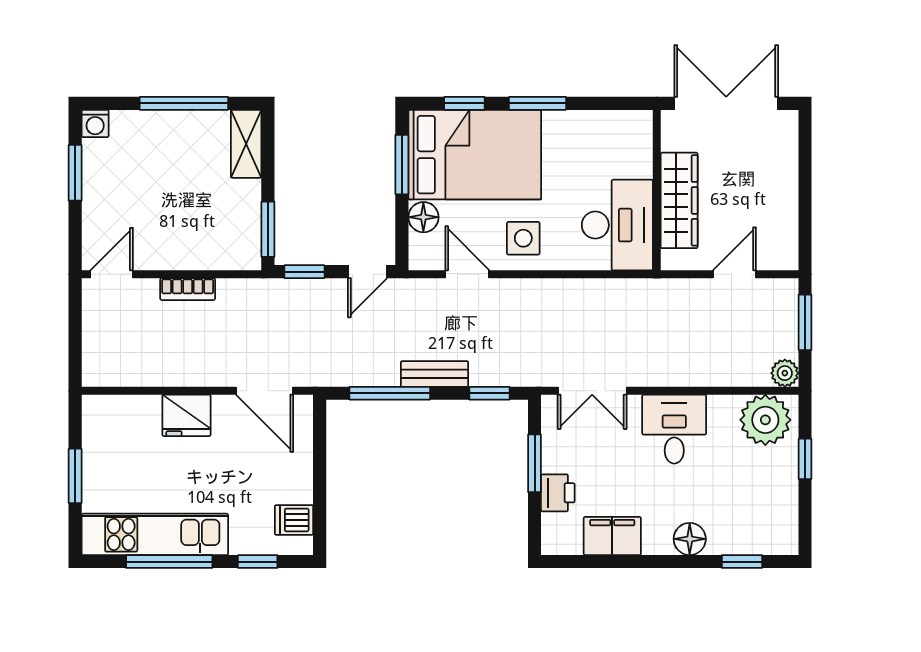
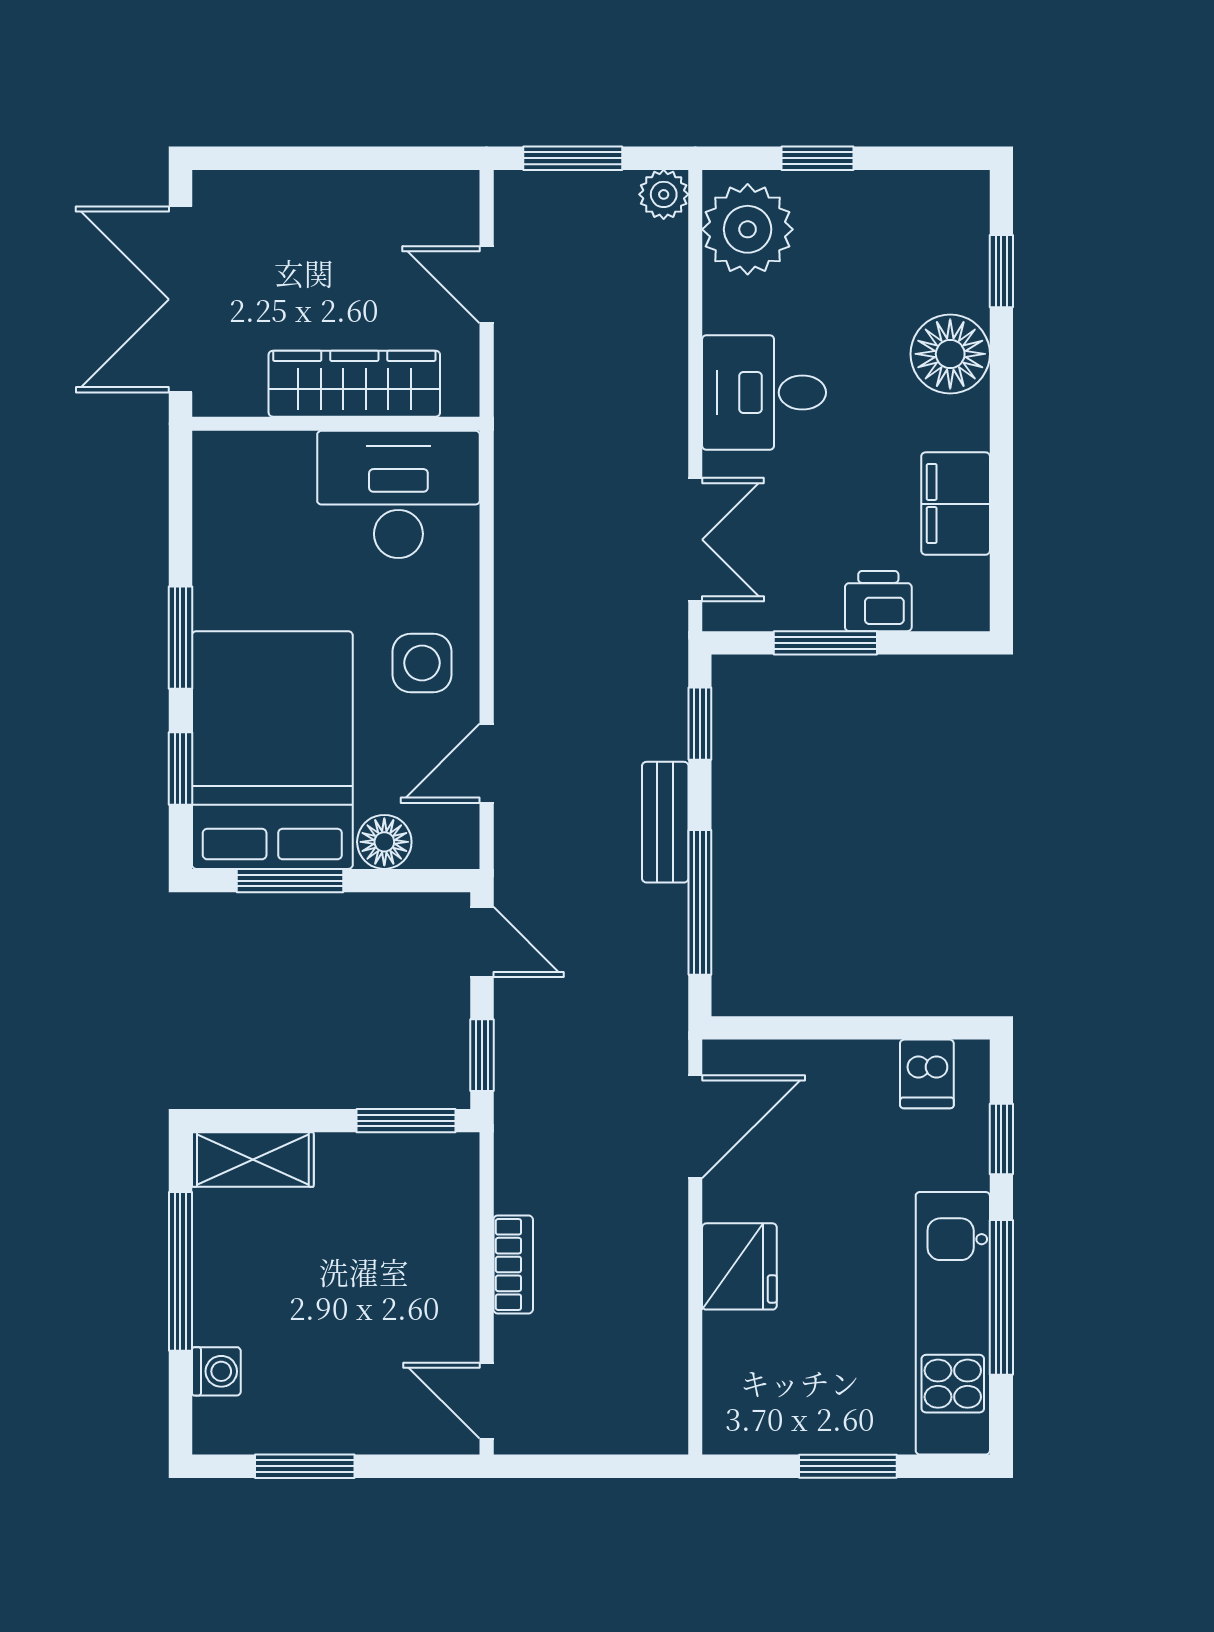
washing machine: (95, 123) -> (216, 1371), moved
floor lamp: (690, 539) -> (950, 354), width x1.38, depth x1.38

